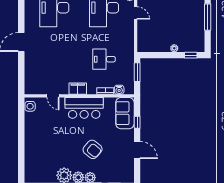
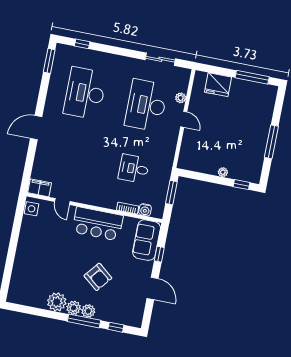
filing cabinet: (78, 89) -> (40, 188), moved

